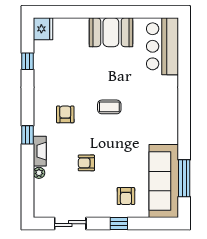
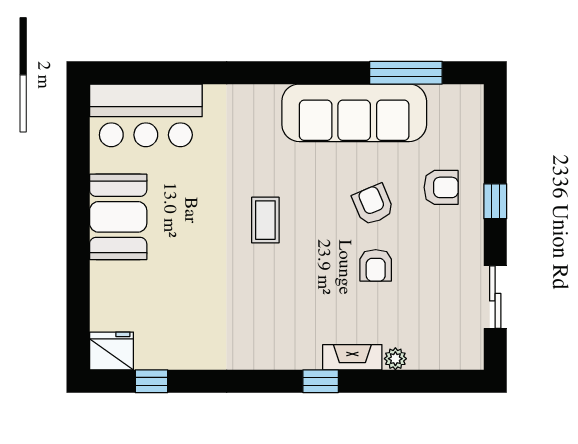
window: (28, 61) -> (151, 381), moved
armchair: (65, 114) -> (373, 205), moved, turned 67
sofa: (164, 181) -> (354, 113), moved

